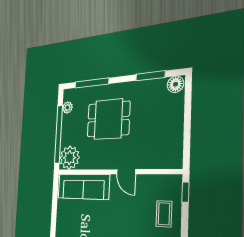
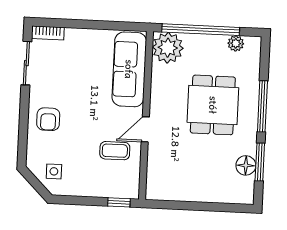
window: (92, 83) -> (262, 106), moved
floor lamp: (175, 84) -> (246, 165), moved
coffee table: (164, 214) -> (115, 151), moved

